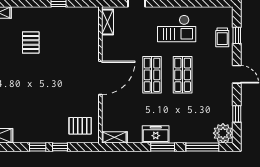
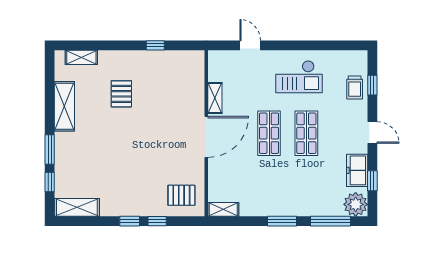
shelving: (108, 22) -> (215, 98), moved
freezer: (156, 134) -> (357, 170), moved, turned -90

